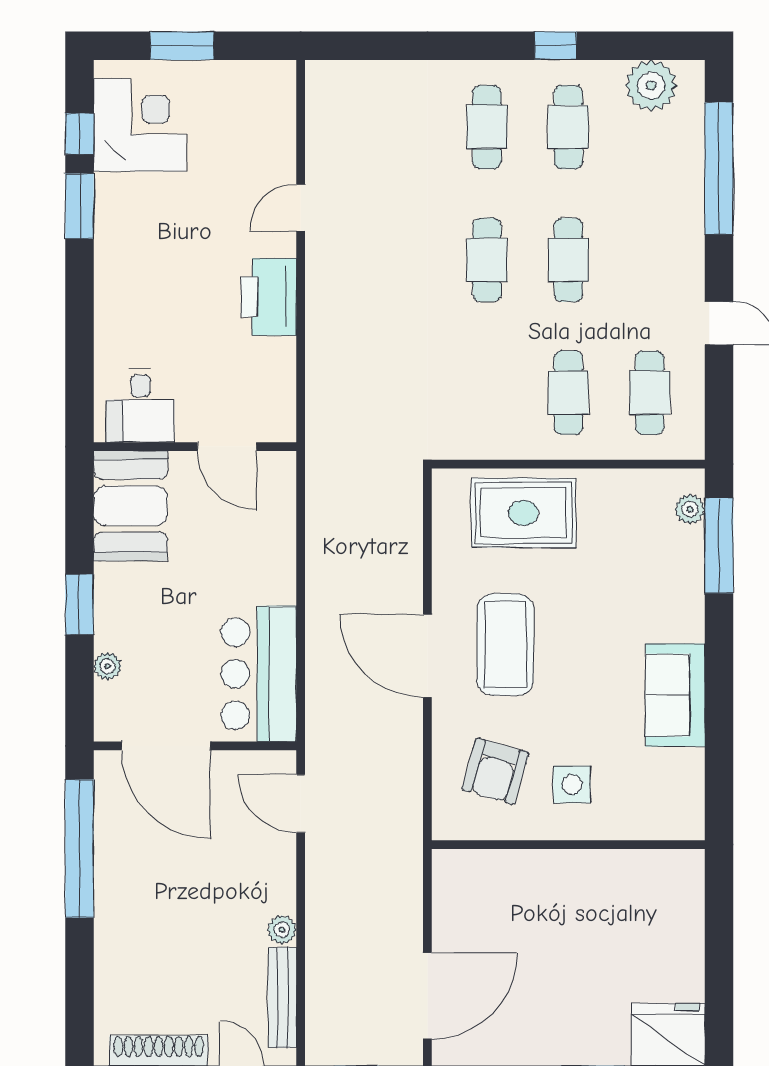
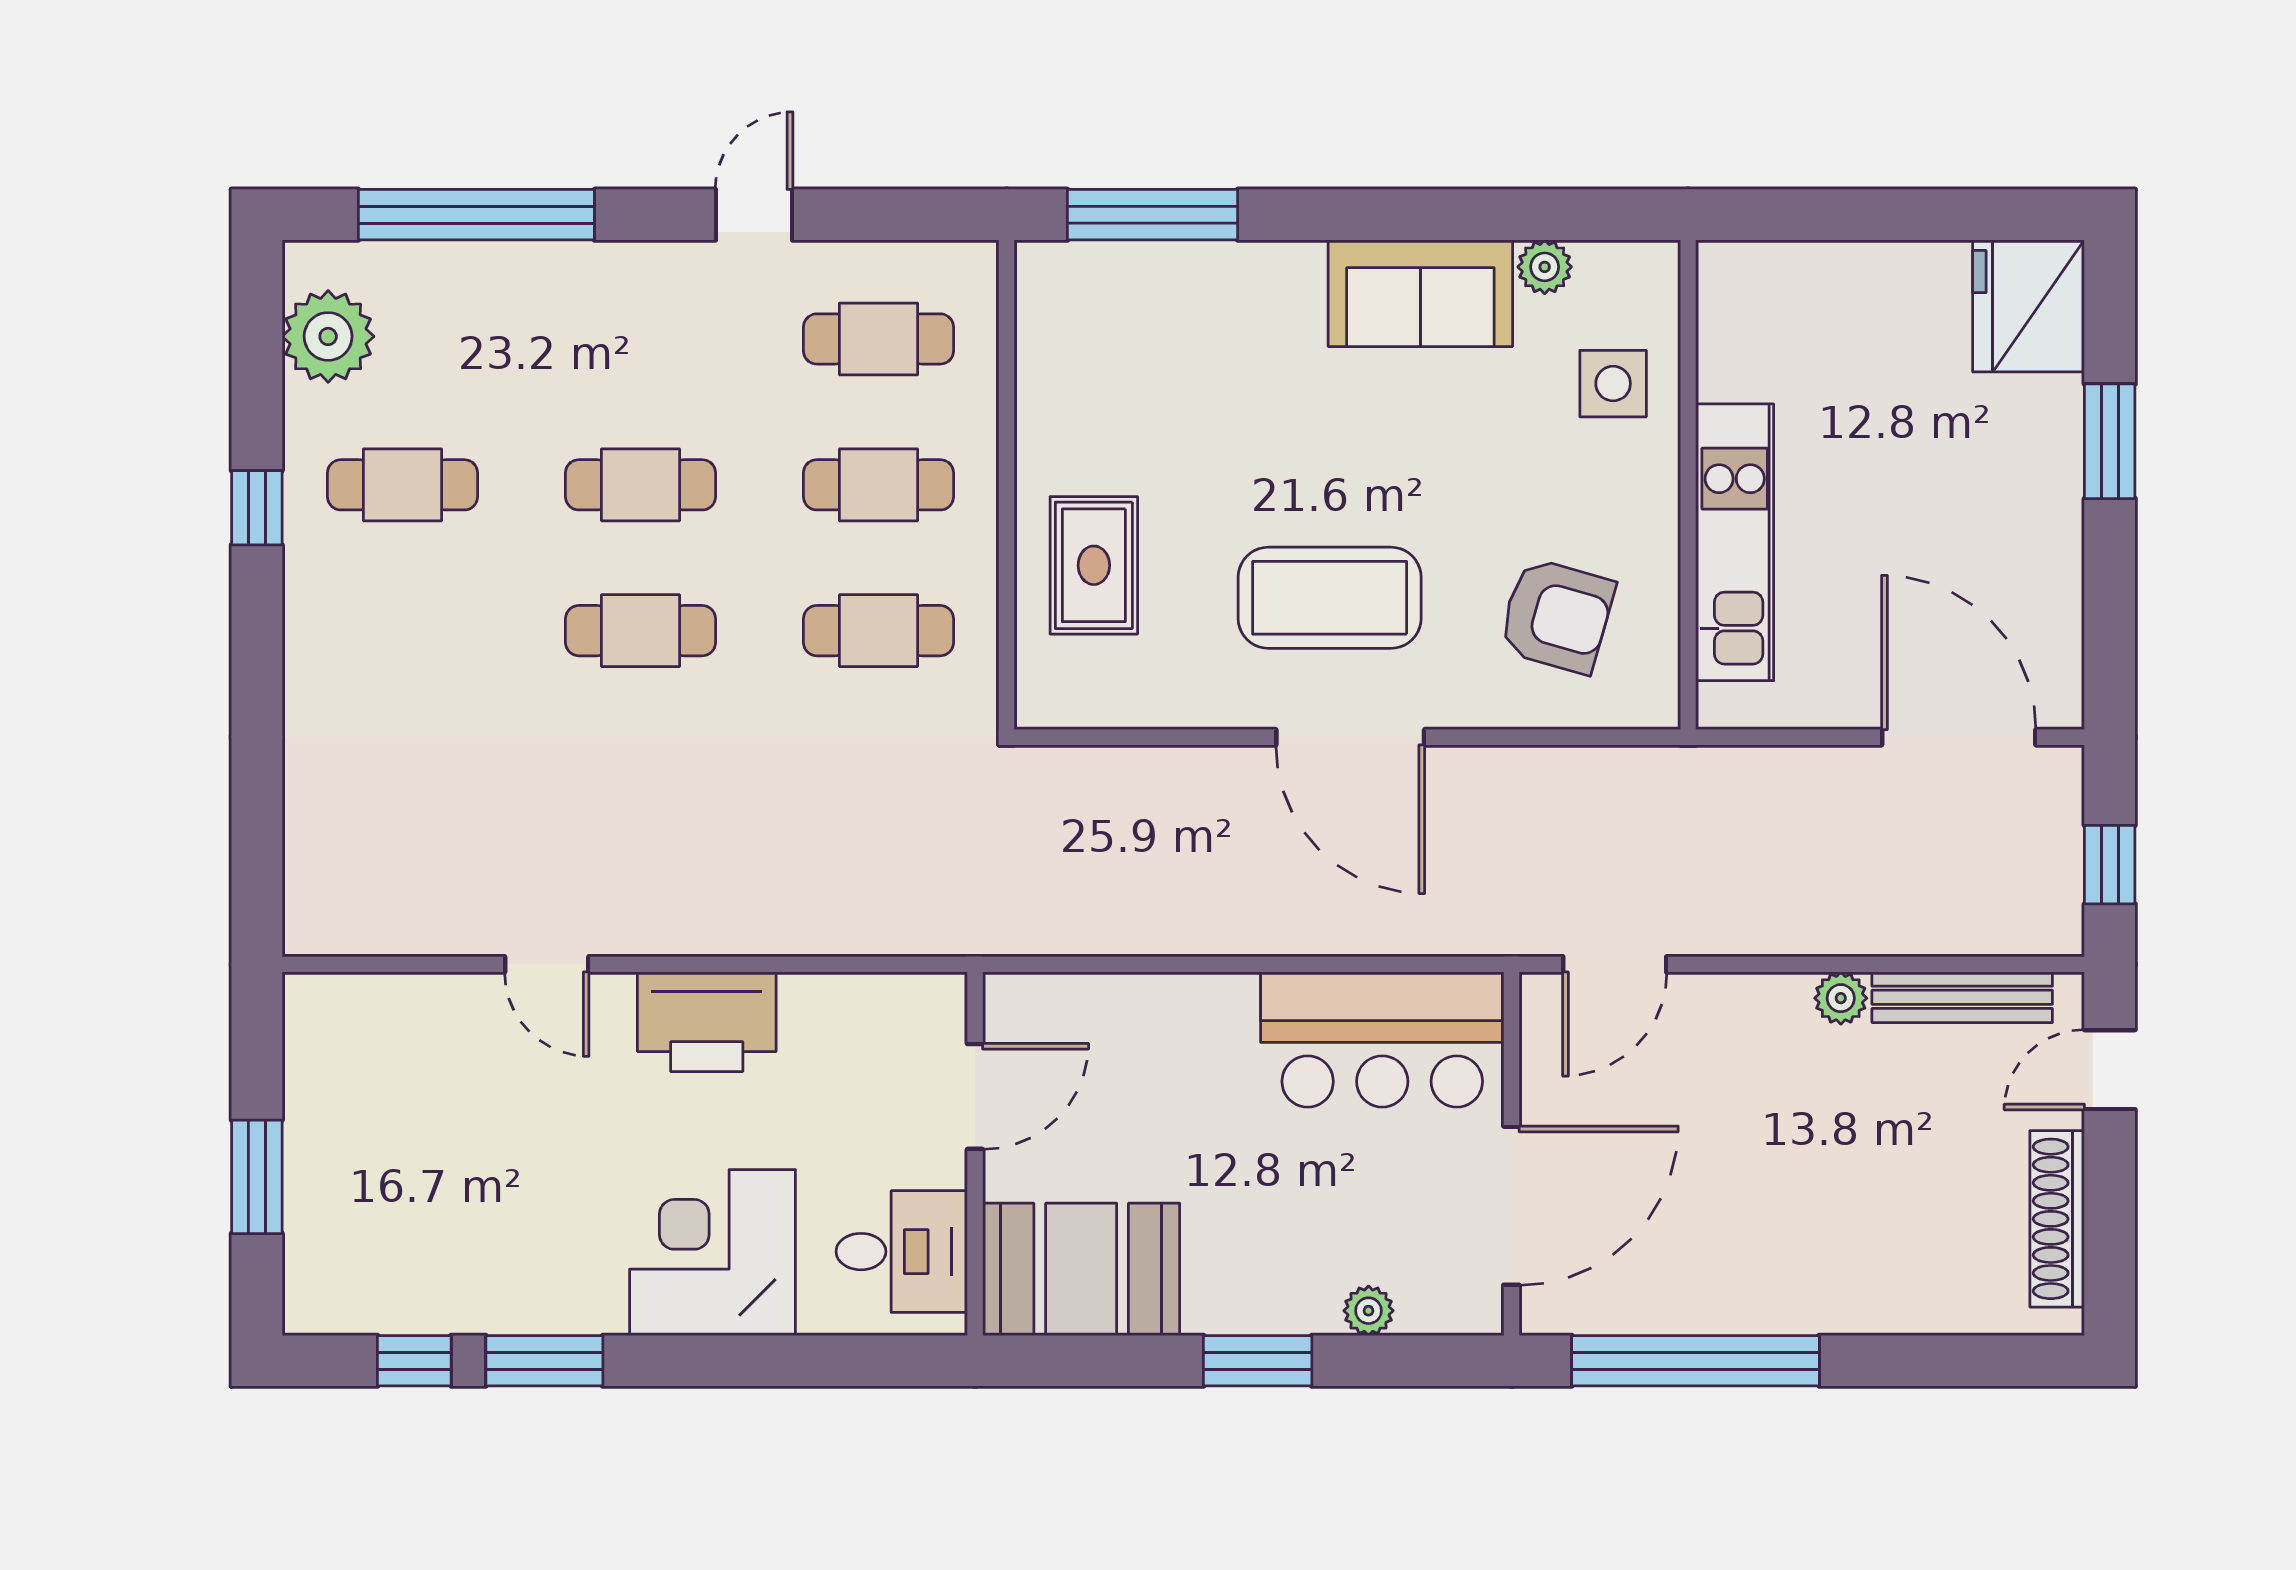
corner desk: (140, 125) -> (712, 1253), moved
cafe table: (487, 127) -> (878, 631), moved
plant: (690, 509) -> (1545, 267), moved
rug: (523, 513) -> (1094, 565), width x0.73, depth x0.70
door: (427, 656) -> (1350, 737), hinge flipped
side table: (572, 785) -> (1613, 384), moved
kitchen unit: (536, 871) -> (1735, 542), added

